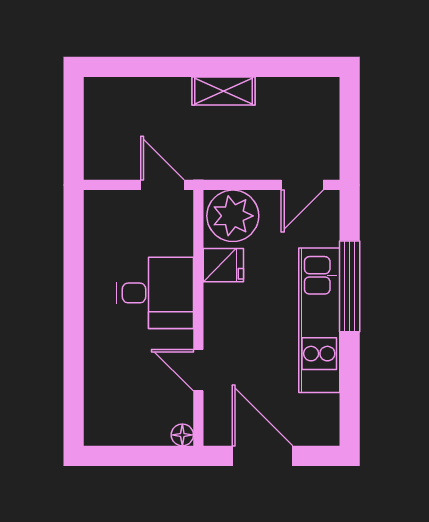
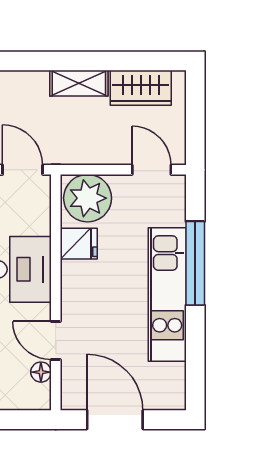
wardrobe: (291, 96) -> (141, 88), added
door: (302, 185) -> (152, 170), swing flipped
floor lamp: (182, 435) -> (41, 372), moved

